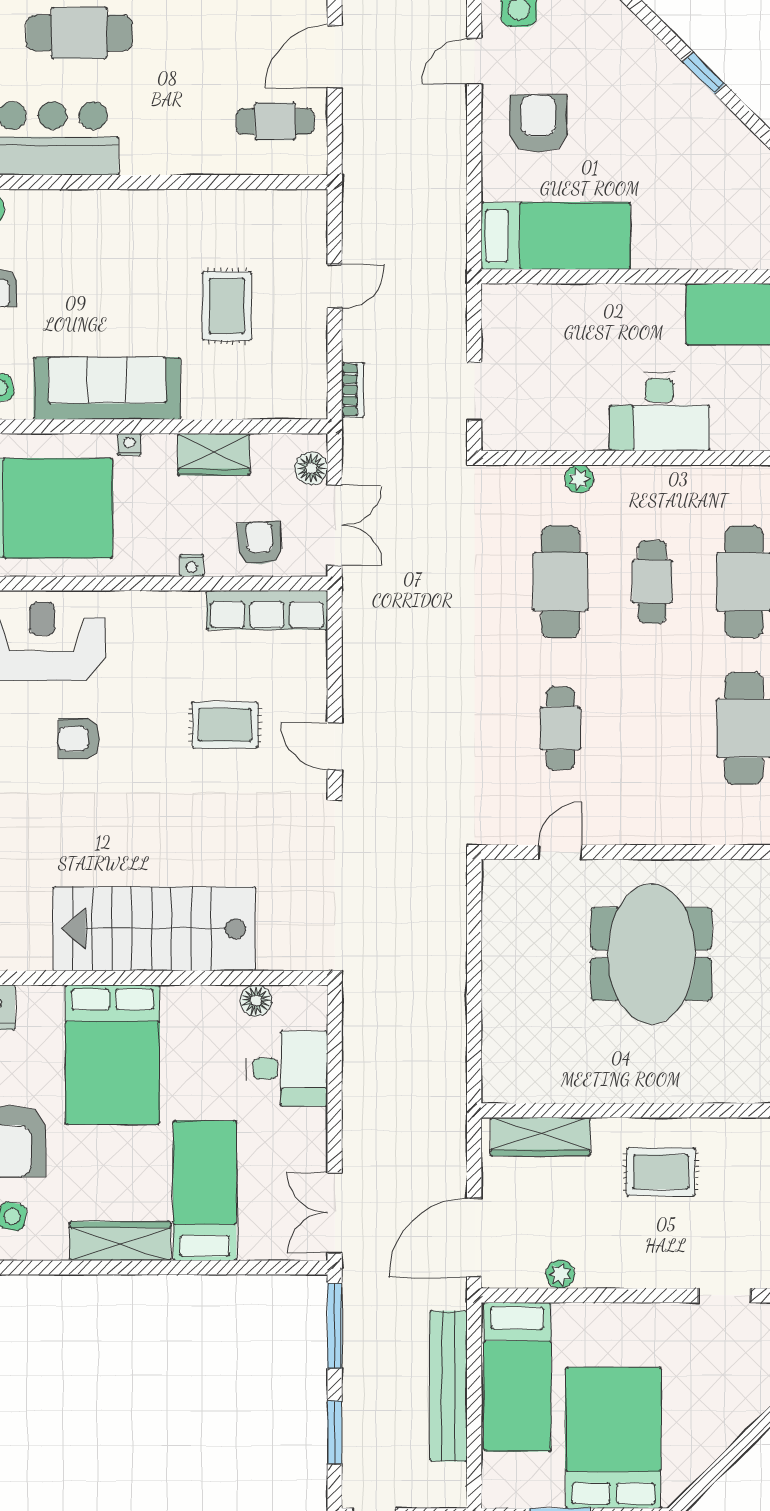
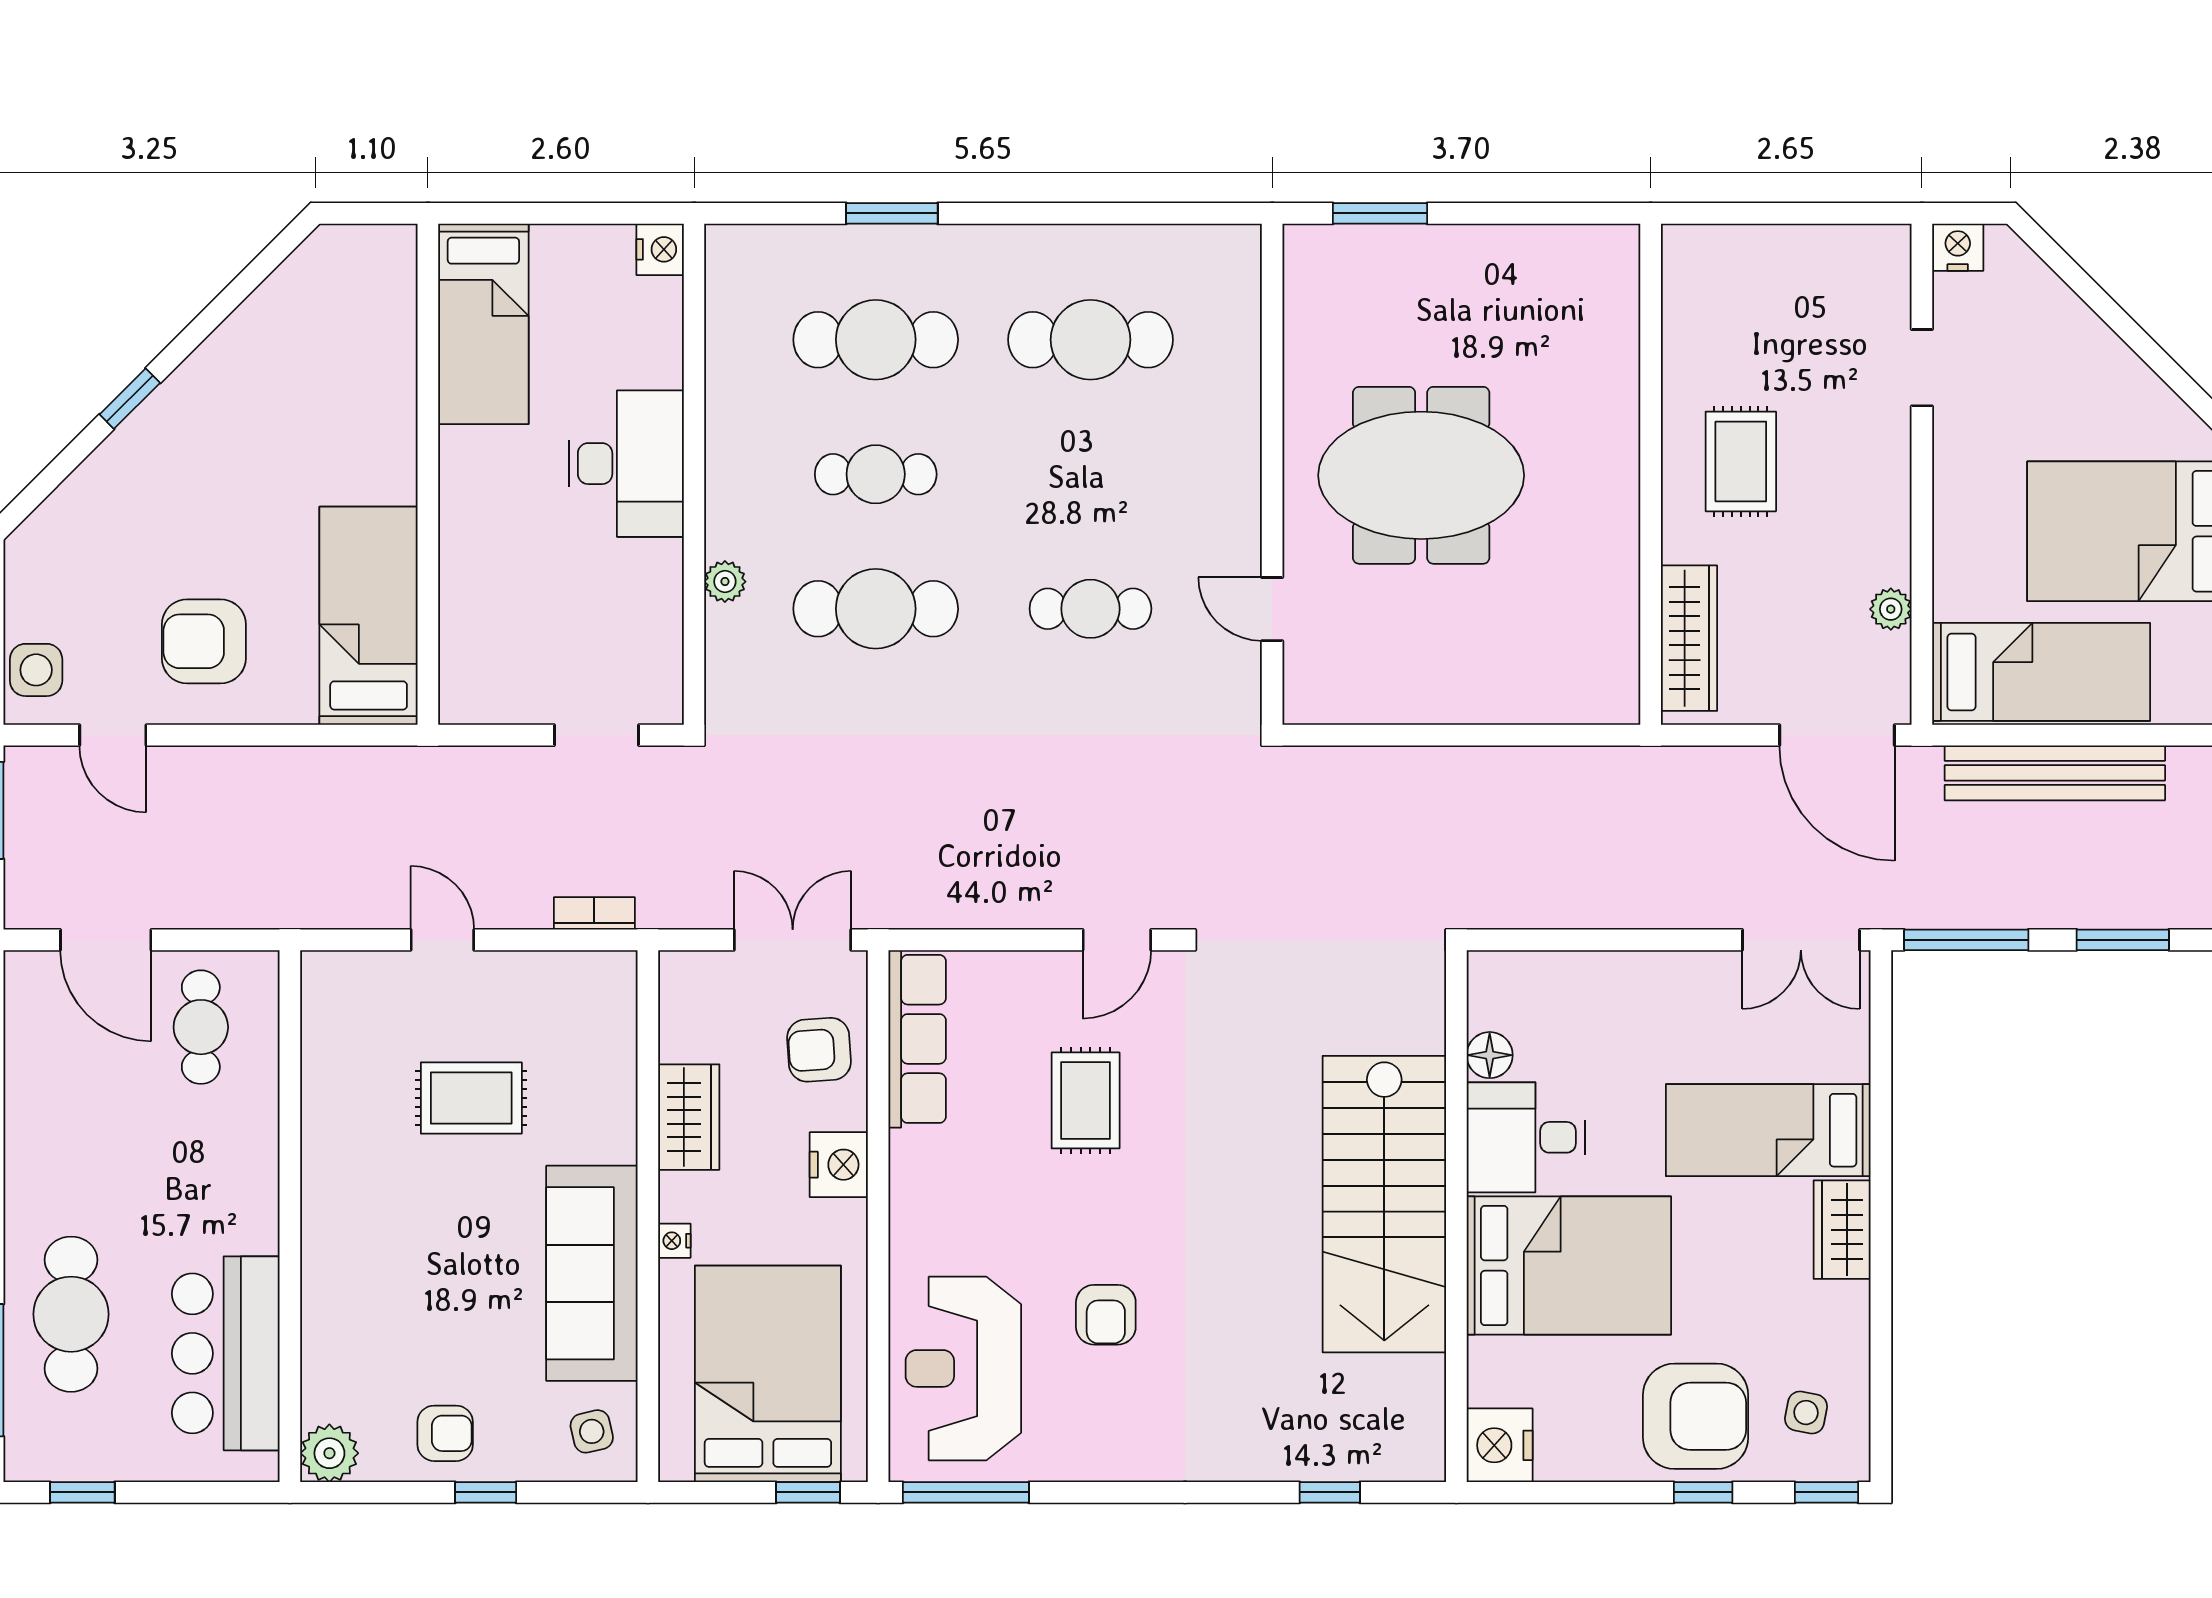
floor lamp: (311, 468) -> (709, 974), removed
nightstand: (192, 565) -> (839, 1165), width x1.89, depth x1.79
desk: (287, 1069) -> (1526, 1137), moved, turned -90
wardrobe: (120, 1241) -> (1842, 1230), width x0.67

